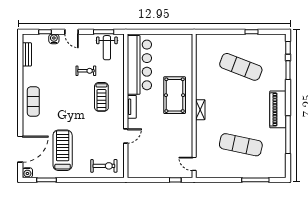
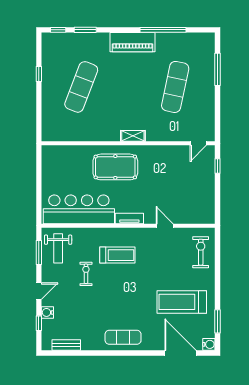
weight bench: (107, 48) -> (58, 248), turned 90

